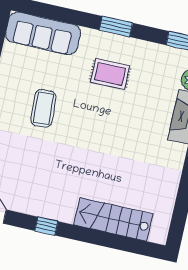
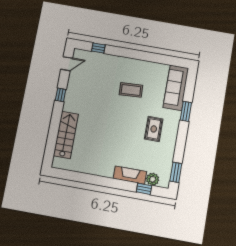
window: (116, 27) -> (186, 111), moved

